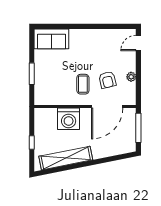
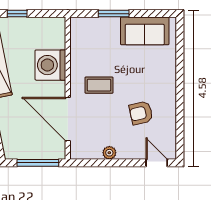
sofa: (51, 39) -> (145, 31), moved, turned -90
armchair: (107, 80) -> (141, 113), moved

